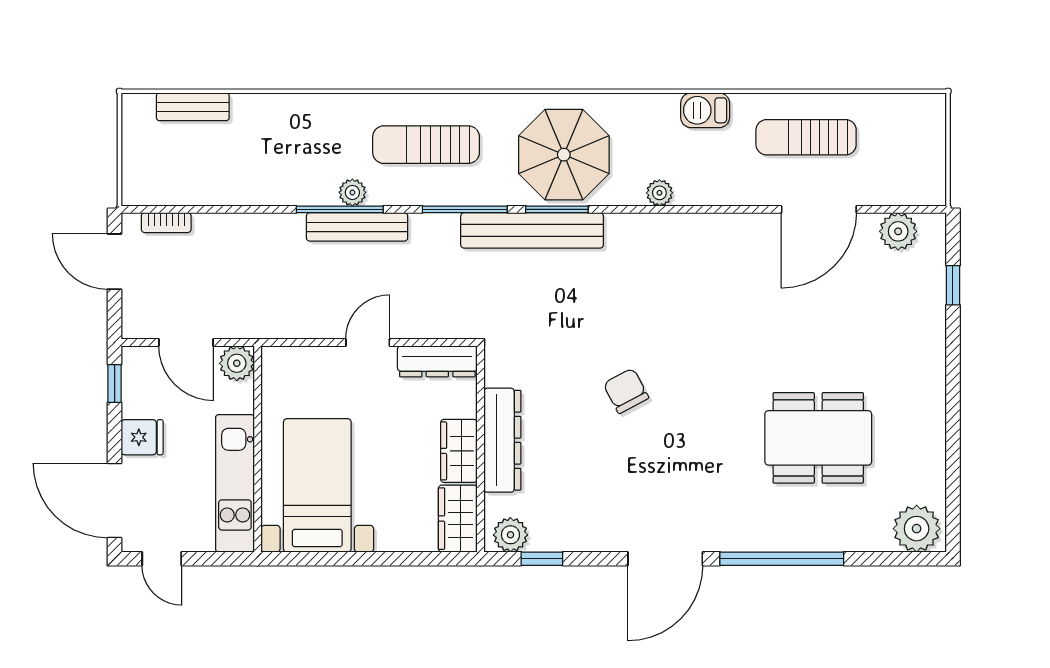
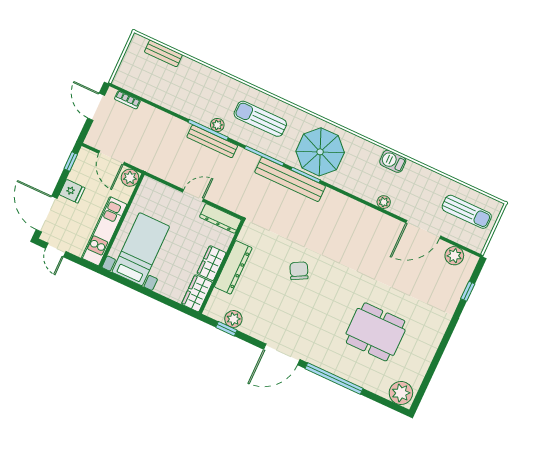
sun lounger: (806, 137) -> (467, 212), moved, turned 180
plant: (659, 193) -> (384, 202), moved
plant: (510, 535) -> (233, 319), moved

